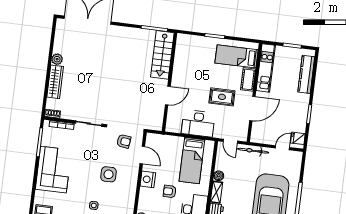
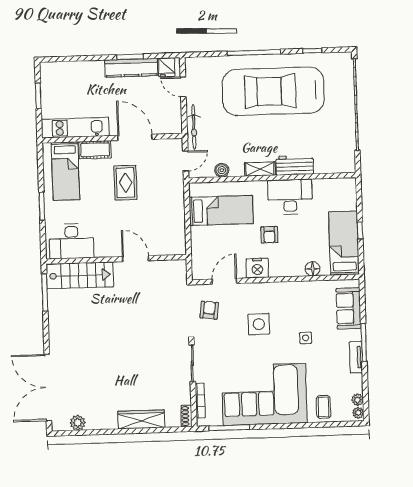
plant: (57, 59) -> (78, 423), moved
kitchen counter: (306, 74) -> (131, 68), moved
desk: (198, 123) -> (72, 241), moved, turned 90
corner sofa: (53, 170) -> (264, 394), width x1.36, depth x1.36
boiler: (219, 176) -> (222, 170), moved

